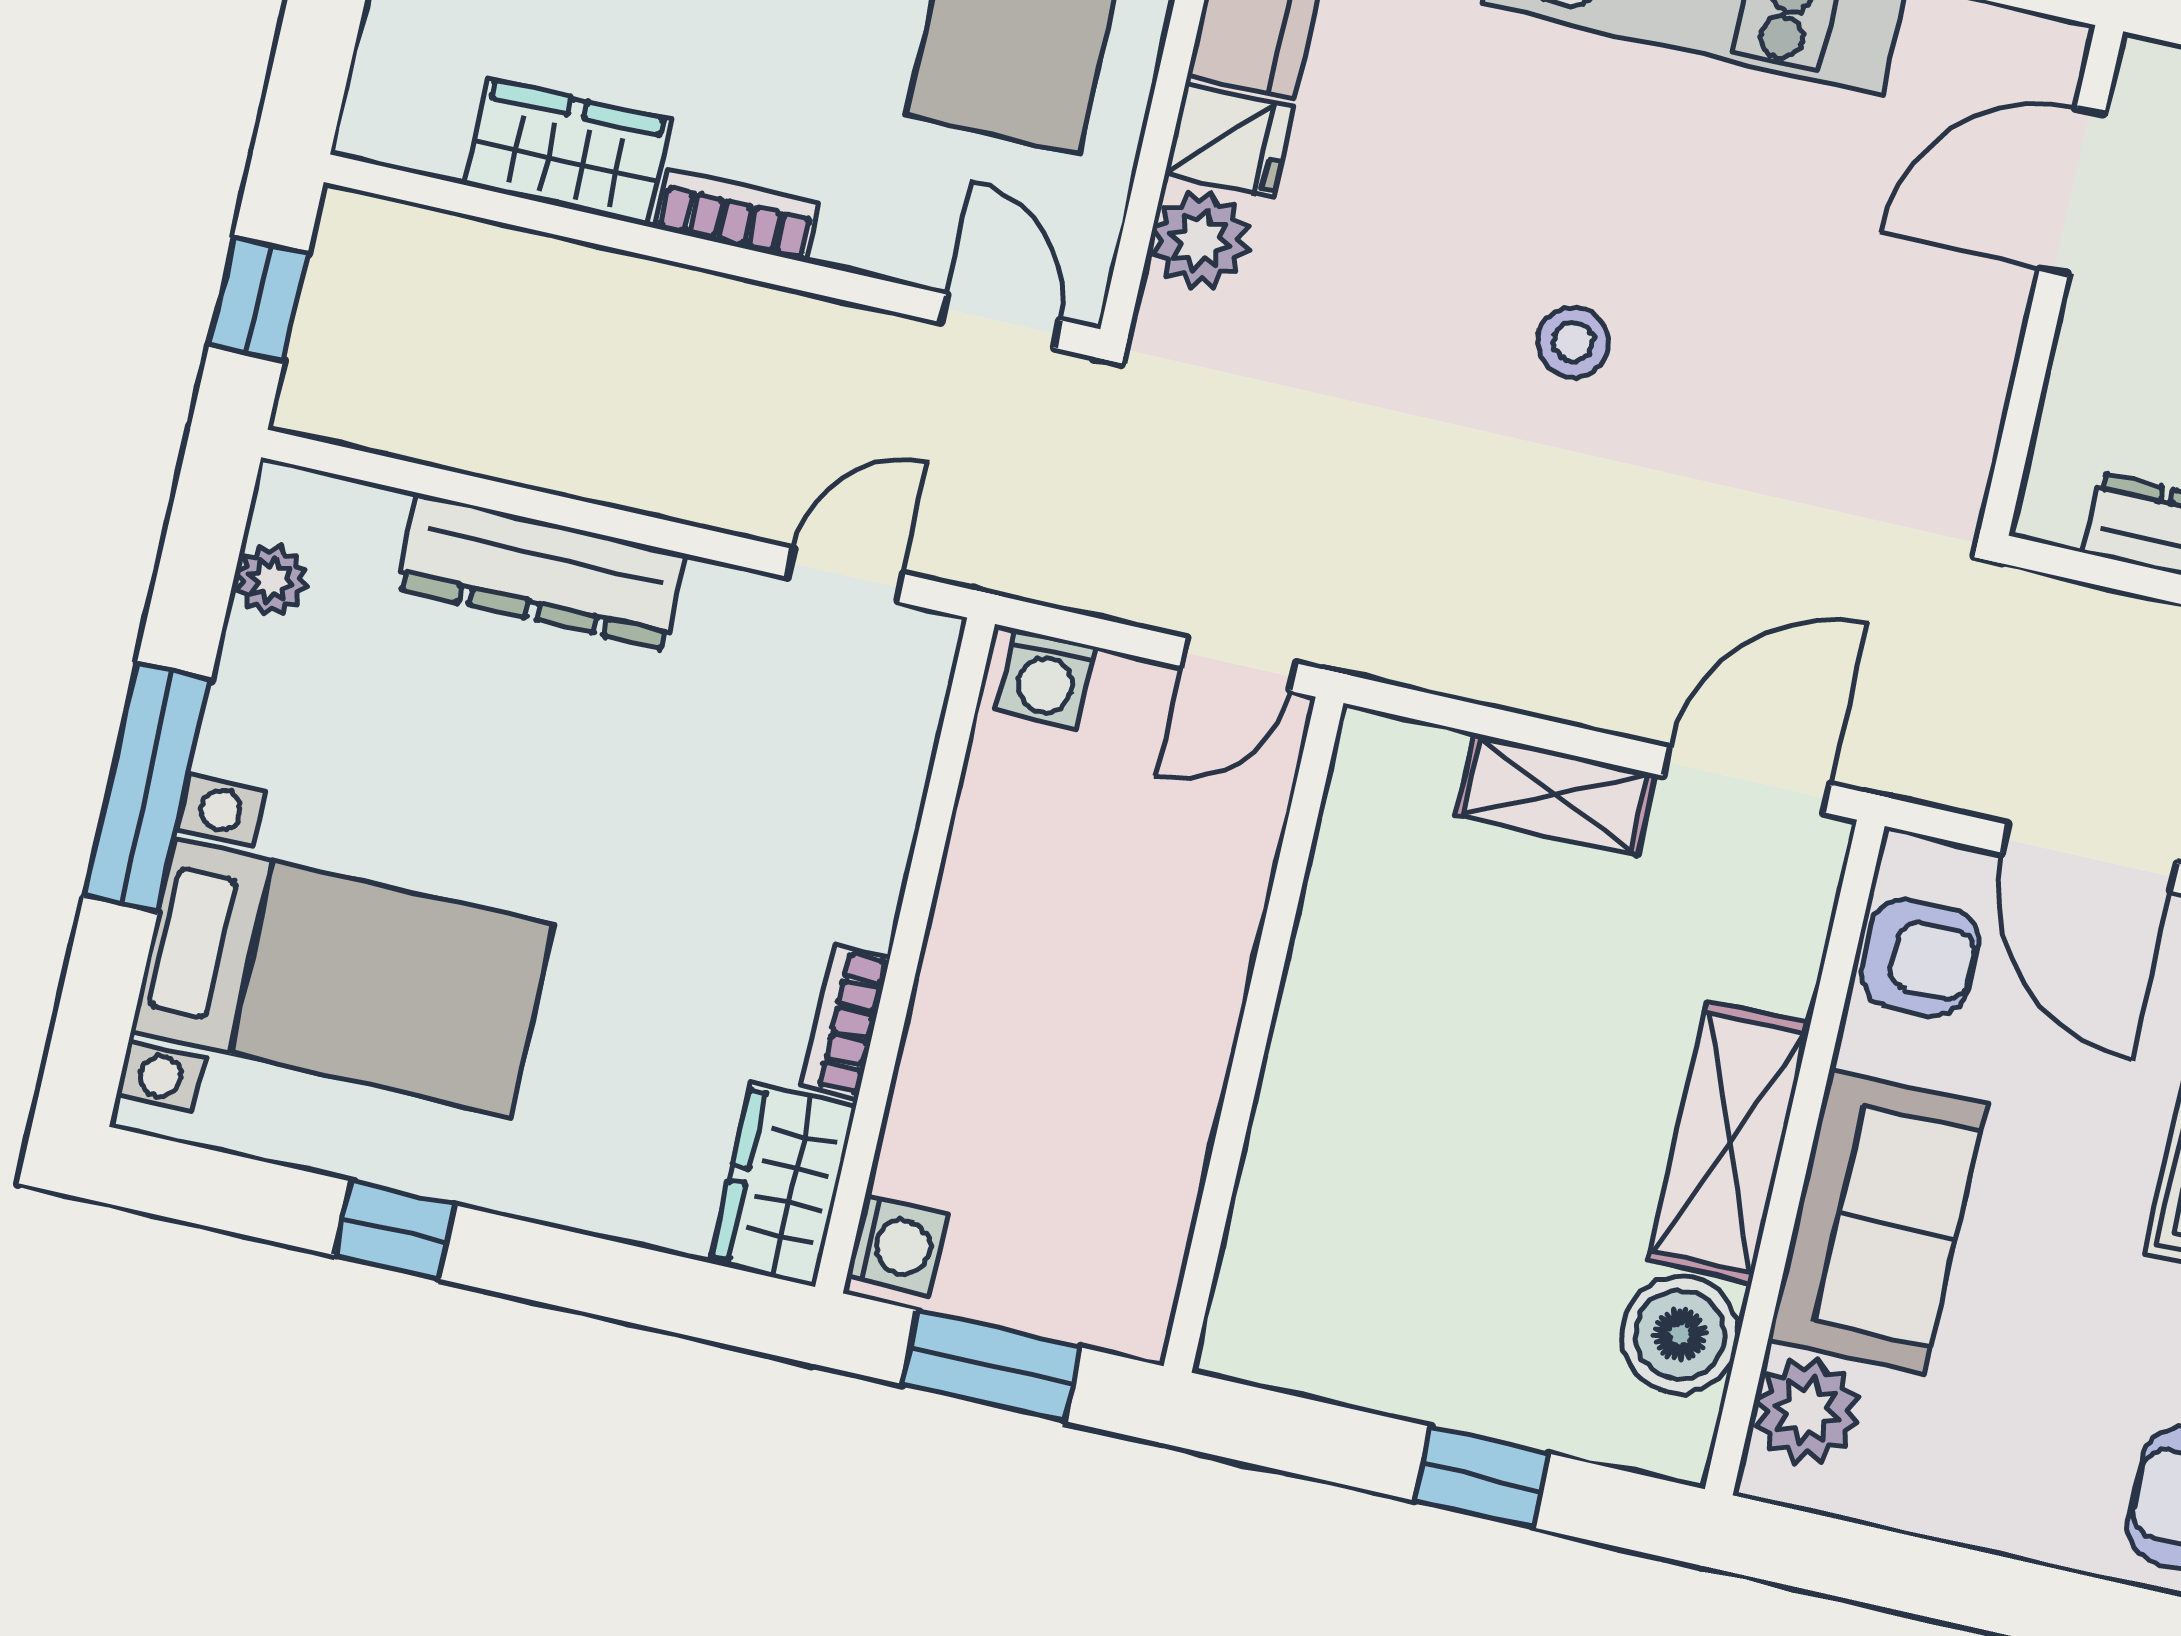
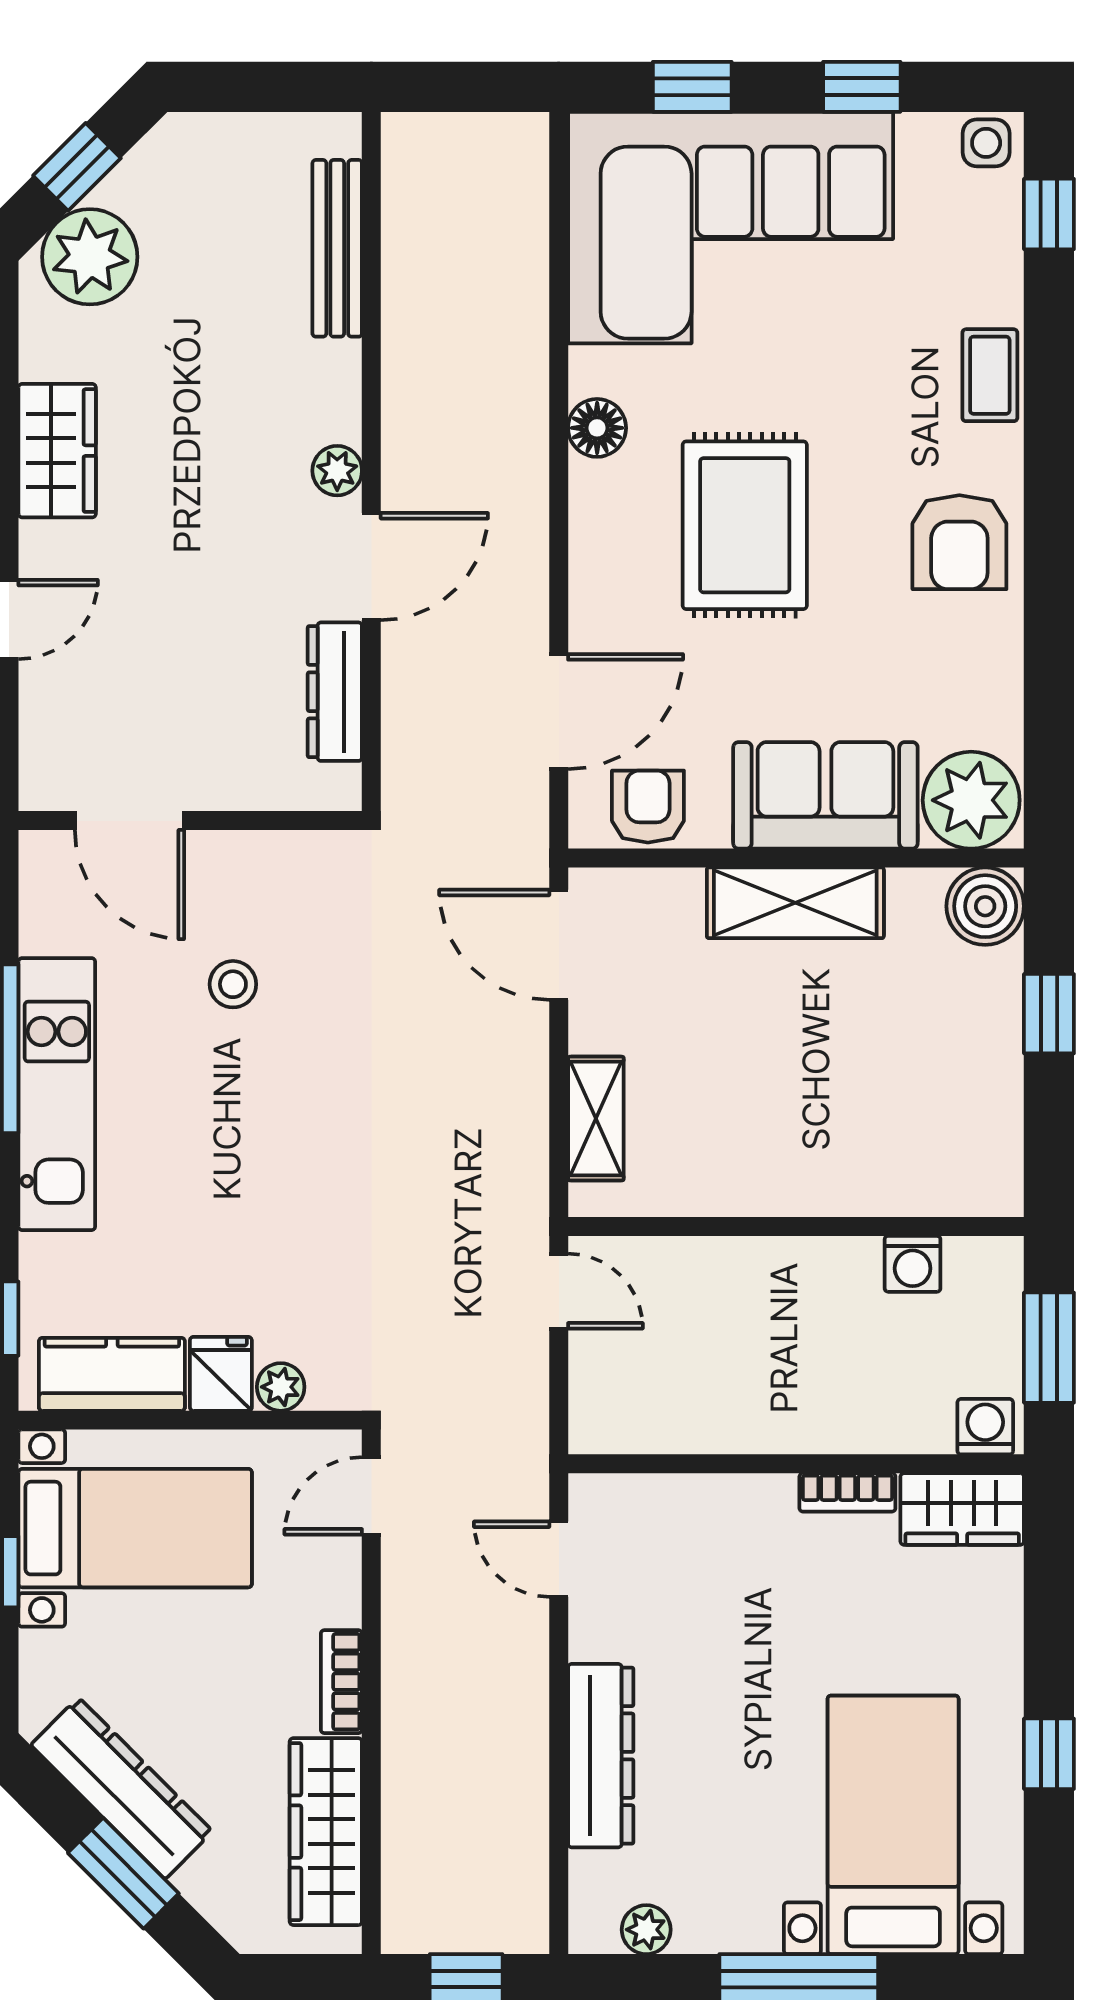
wardrobe: (568, 153) -> (326, 1832), width x1.50
plant: (1200, 240) -> (281, 1387), width x0.73, depth x0.73
stool: (1573, 342) -> (233, 984), moved
washing machine: (1046, 679) -> (913, 1264), moved, turned 90
shelving: (1556, 794) -> (596, 1119), moved
boiler: (1680, 1335) -> (985, 906), moved
plant: (1807, 1411) -> (971, 800), width x1.36, depth x1.36

